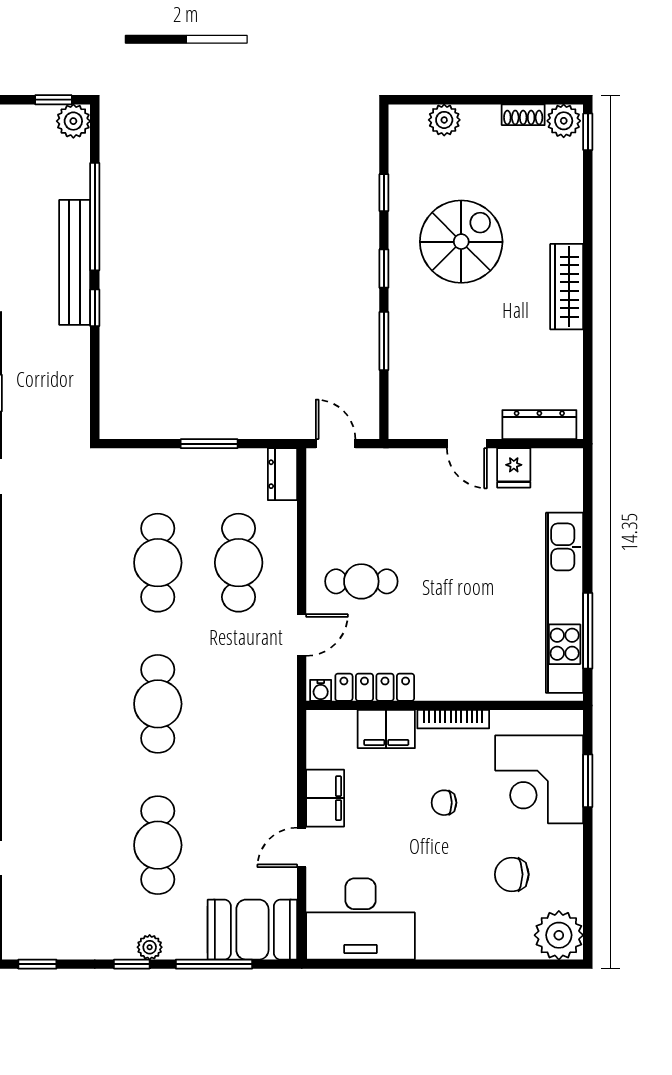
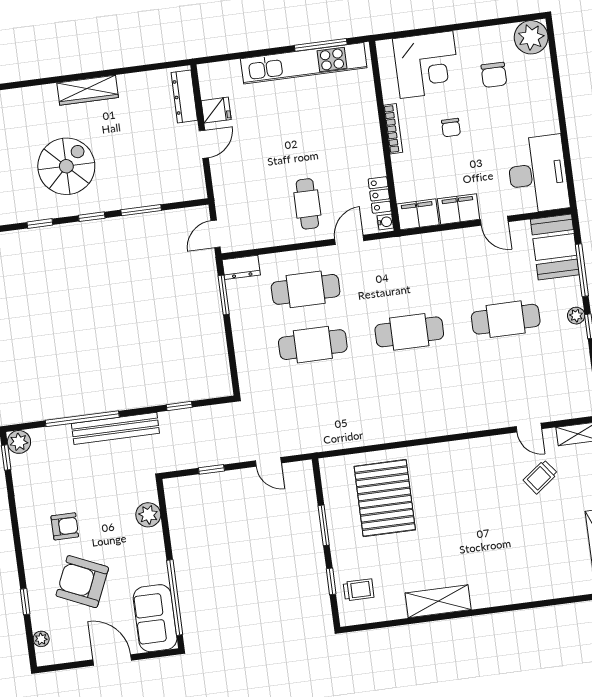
spiral stairs: (461, 242) -> (66, 166), turned 90
window: (95, 308) -> (179, 406), moved
window: (209, 444) -> (224, 295), moved
door: (302, 635) -> (349, 240), hinge flipped
locker: (375, 687) -> (380, 195), width x0.66
filing cabinet: (386, 729) -> (418, 214), moved, turned -90
window: (588, 781) -> (423, 31), removed

